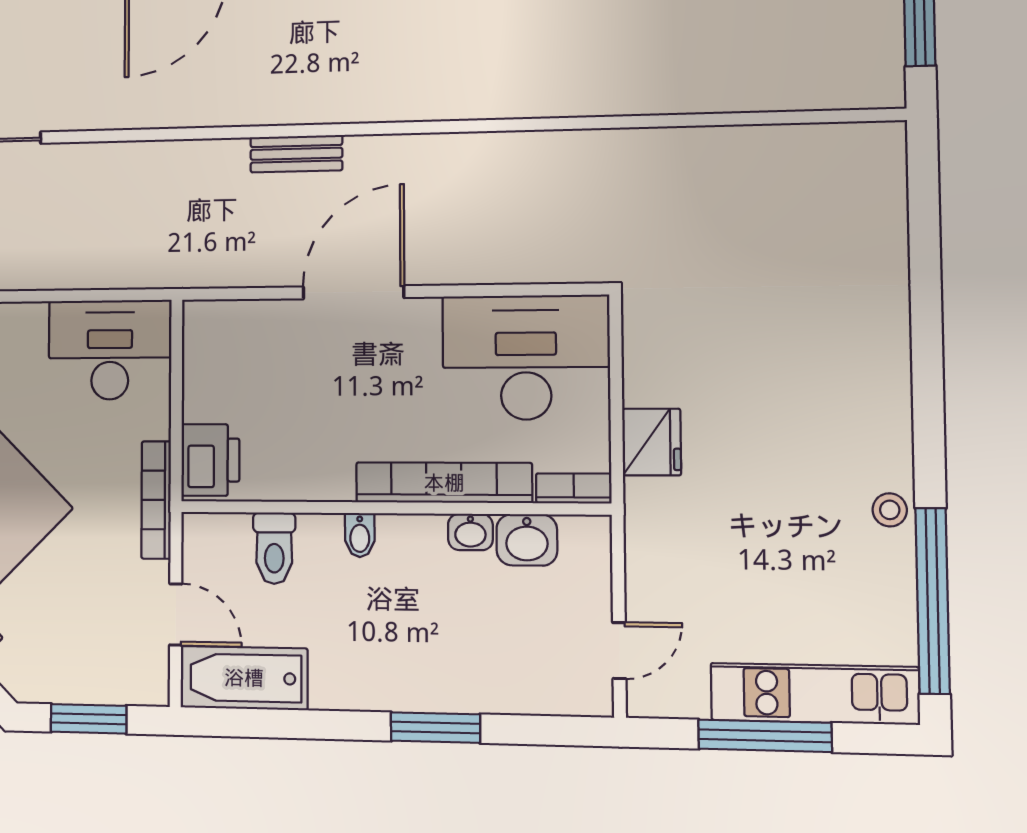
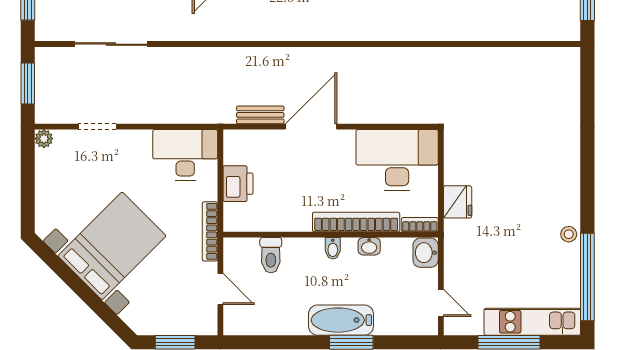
bench: (296, 154) -> (260, 115), moved
printer: (210, 460) -> (238, 184), moved
bidet: (360, 535) -> (333, 248), moved
washbasin: (527, 540) -> (426, 253), moved, turned 90
door: (619, 650) -> (441, 303), hinge flipped
bathtub: (244, 678) -> (341, 320), moved

